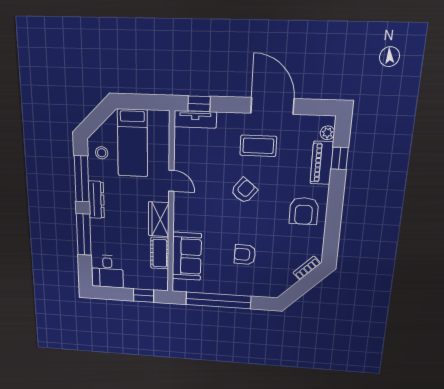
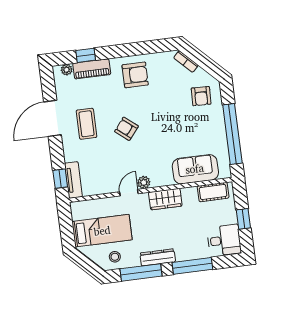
plant: (180, 199) -> (144, 182), added
cot: (160, 253) -> (213, 192), moved
armchair: (245, 255) -> (201, 96), moved
window: (144, 295) -> (243, 219), moved

